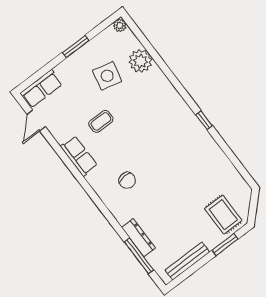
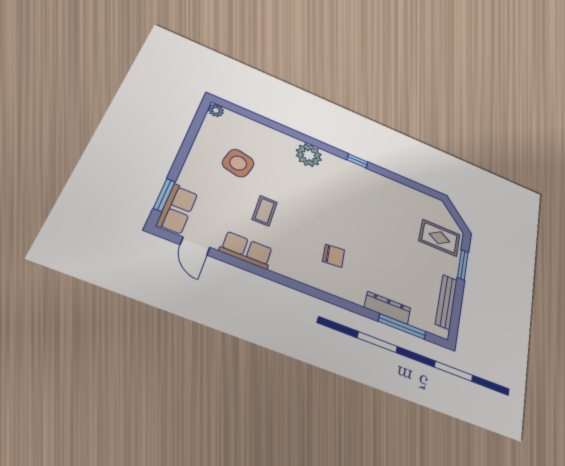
window: (76, 47) -> (164, 195), moved
plant: (140, 61) -> (309, 155), moved
row of seats: (79, 156) -> (246, 250), moved

